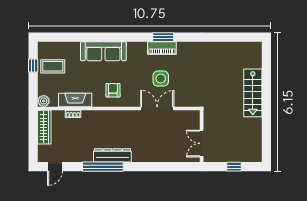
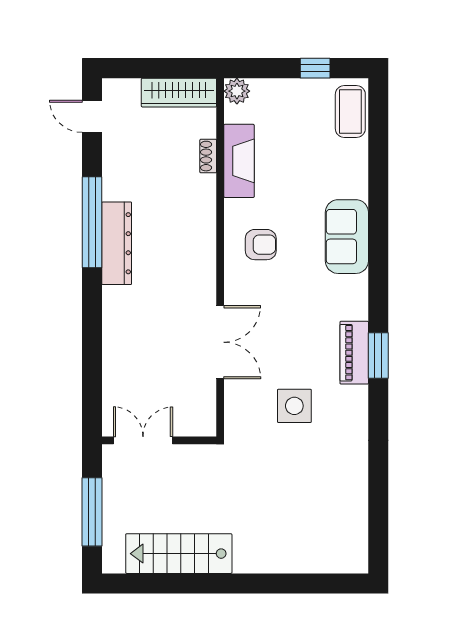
sofa: (103, 51) -> (347, 237), width x0.73
coffee table: (53, 66) -> (350, 111), moved
side table: (161, 79) -> (294, 406), moved
stairs: (253, 93) -> (179, 554), moved
window: (234, 167) -> (92, 512), width x2.17

